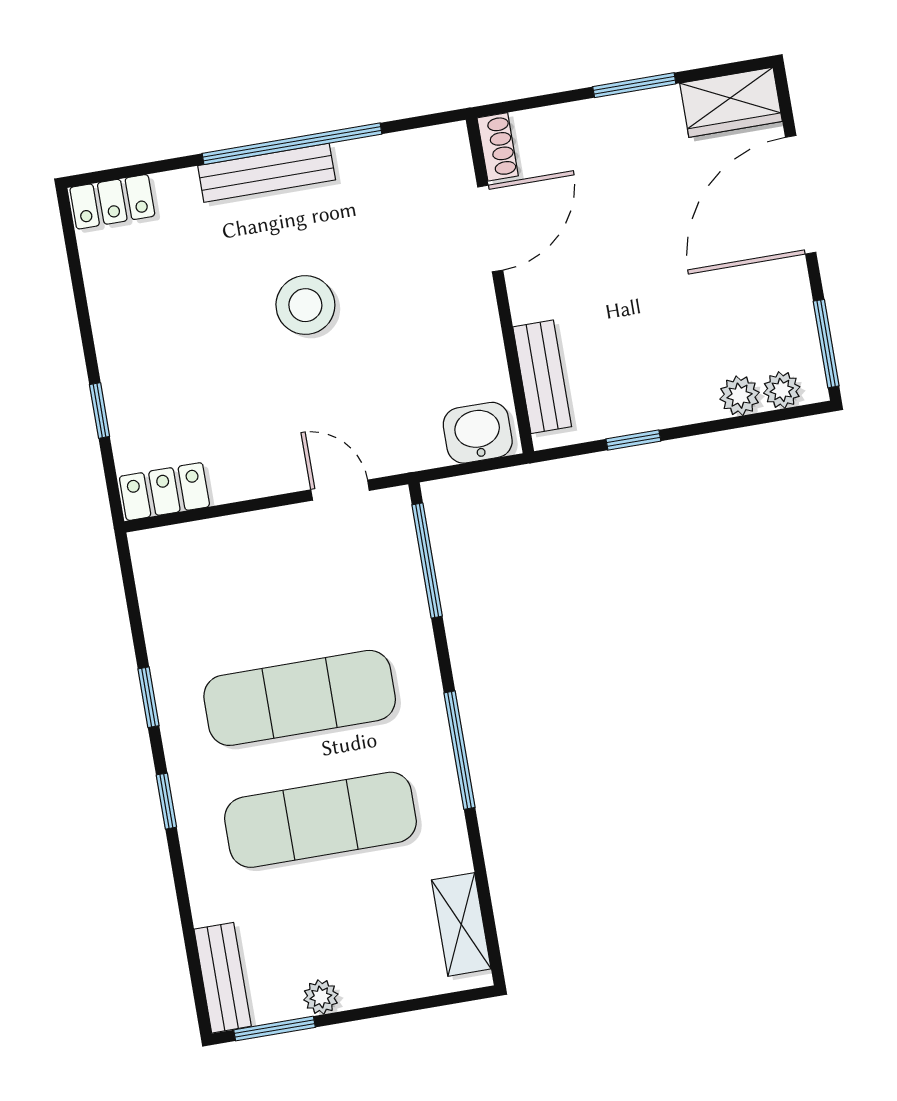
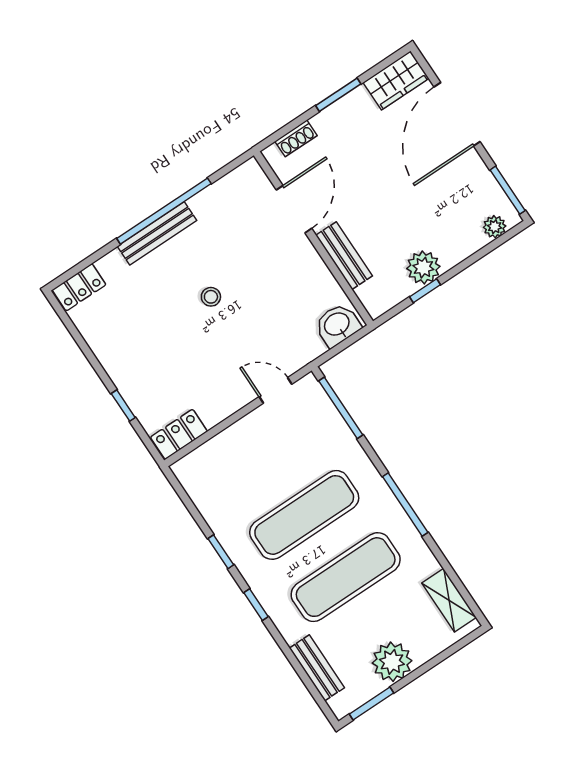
shoe rack: (498, 147) -> (296, 138), moved, turned 90
stool: (305, 305) -> (211, 297), width x0.53, depth x0.53
bench: (542, 377) -> (344, 256), moved
plant: (740, 396) -> (423, 268), moved, width x1.38, depth x1.38
bench: (223, 978) -> (317, 668), moved
plant: (321, 997) -> (392, 662), width x1.88, depth x1.88

